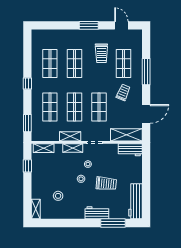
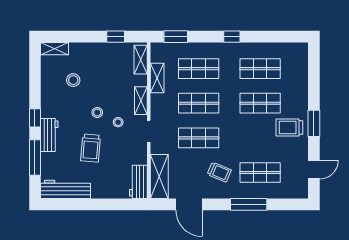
trolley: (101, 53) -> (289, 127), moved
shelving: (70, 136) -> (157, 78), moved
window: (85, 223) -> (35, 118), added

